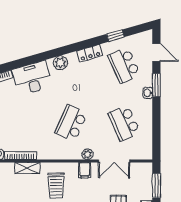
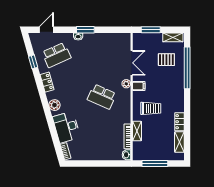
window: (156, 85) -> (85, 30), moved
school desk: (124, 123) -> (102, 55), removed

